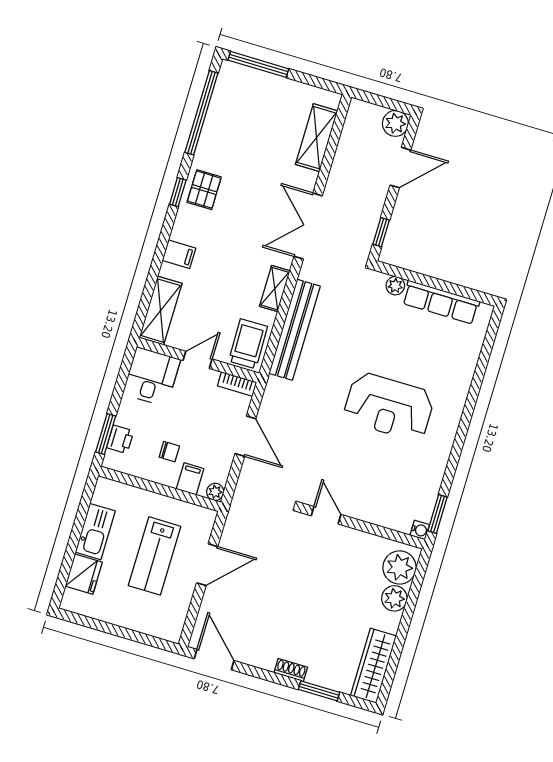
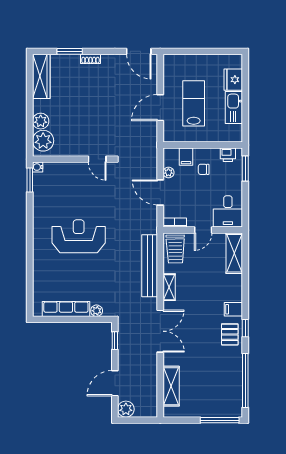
filing cabinet: (179, 254) -> (233, 309), moved
printer: (120, 439) -> (228, 155), moved, turned -90
plant: (215, 492) -> (168, 172), moved

